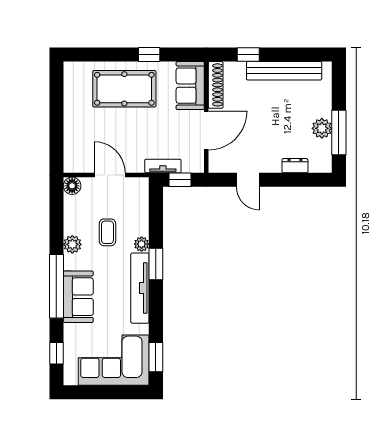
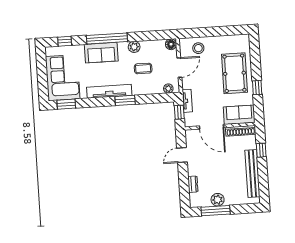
stool: (81, 143) -> (198, 48), added
plant: (142, 244) -> (168, 89), moved

